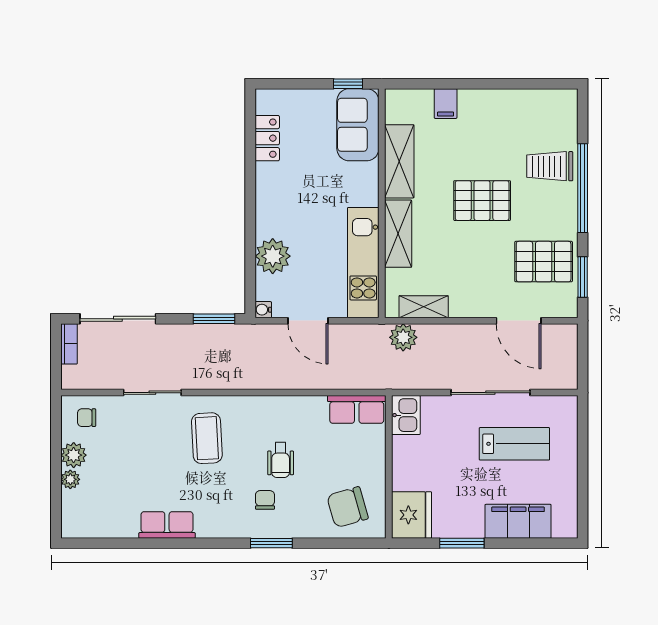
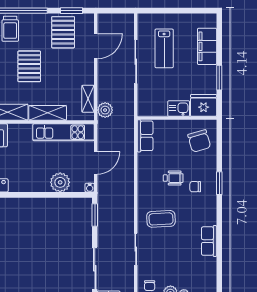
kitchen sink: (406, 415) -> (179, 109), moved
lab bench: (514, 444) -> (164, 48), turned 180

